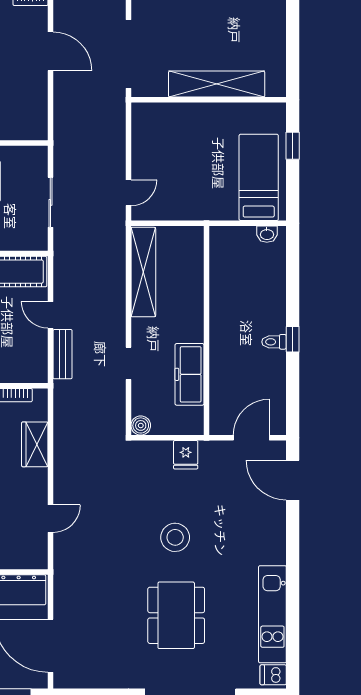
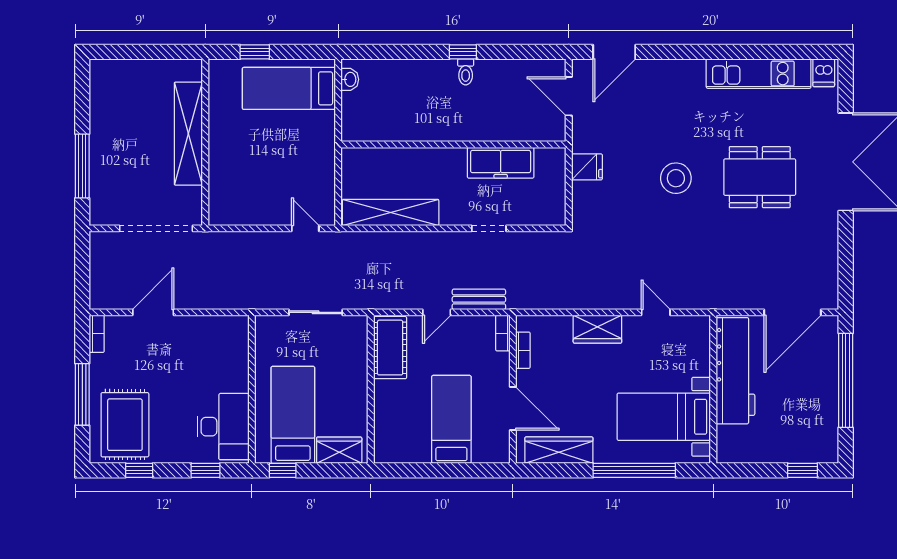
bookcase: (31, 376) -> (503, 333), added
boiler: (141, 425) -> (556, 215), removed
wardrobe: (35, 444) -> (597, 329), moved

